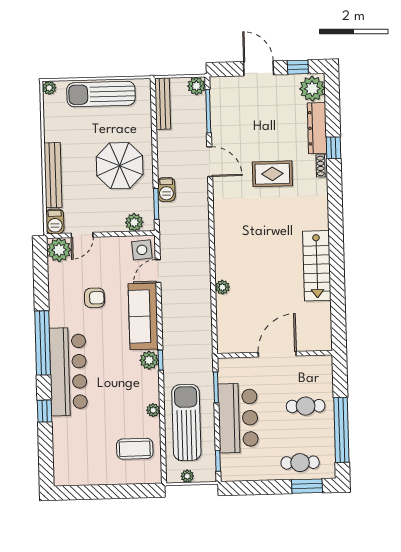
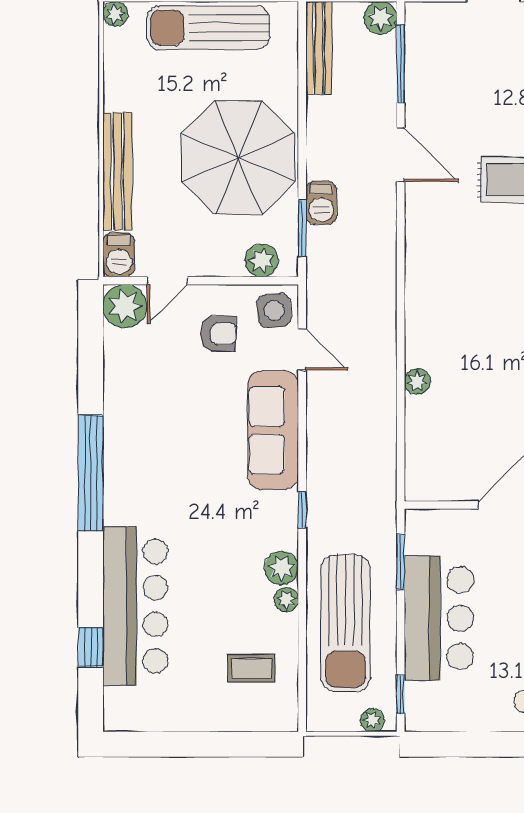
parasol: (120, 166) -> (238, 157), width x1.36, depth x1.36
door: (158, 271) -> (302, 349), swing flipped
armchair: (94, 298) -> (218, 334), moved
plant: (149, 360) -> (282, 568), moved
bar counter: (68, 372) -> (135, 606), moved
window: (45, 411) -> (91, 647), moved
sun lounger: (186, 422) -> (346, 623), turned 180
coffee table: (135, 449) -> (251, 668), width x0.73, depth x0.77
plant: (187, 476) -> (372, 720), moved

